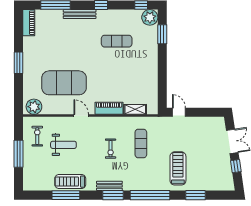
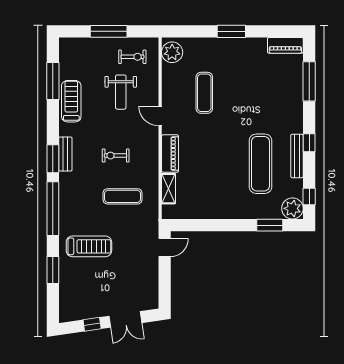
bench: (80, 14) -> (297, 156), moved
exercise mat: (117, 41) -> (260, 164), width x1.36, depth x1.45
exercise mat: (64, 83) -> (204, 93), width x0.50, depth x0.69
door: (81, 116) -> (160, 116), swing flipped
window: (66, 195) -> (53, 81), moved

